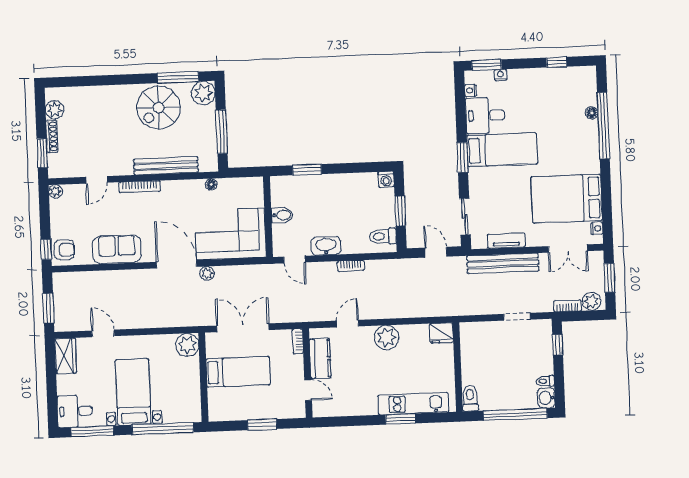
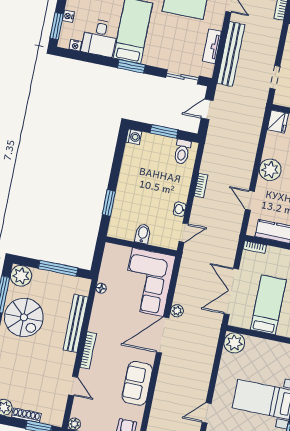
washbasin: (326, 246) -> (180, 209), width x0.52, depth x0.69
doorway: (517, 317) -> (275, 77), moved

